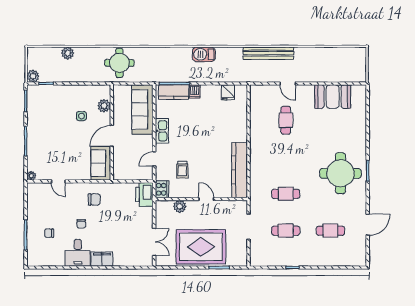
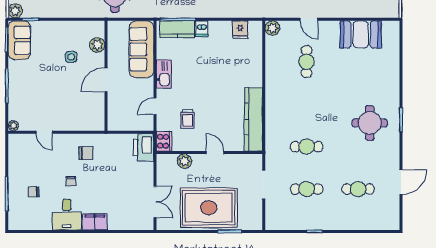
plant: (256, 91) -> (272, 28), added
sofa: (101, 163) -> (19, 40), moved, turned 180
round table: (340, 173) -> (370, 123), width x0.73, depth x0.73

